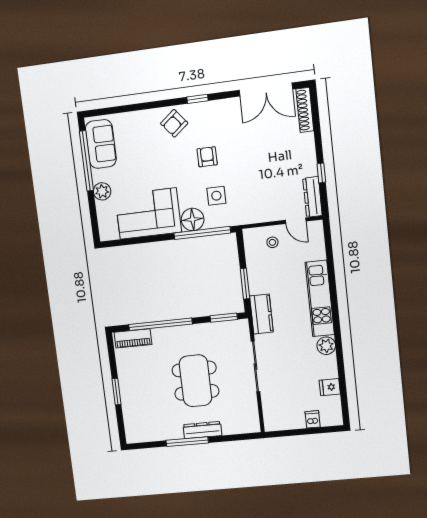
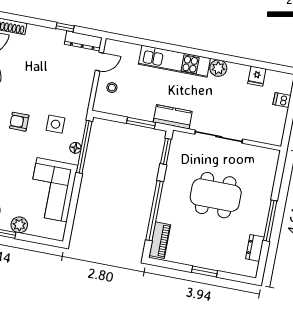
floor lamp: (193, 219) -> (75, 148), width x0.53, depth x0.53
dresser: (202, 430) -> (255, 248), moved, width x0.70

